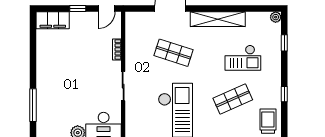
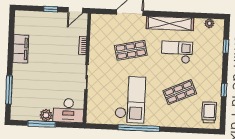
plant: (276, 17) -> (209, 23), moved
filing cabinet: (53, 20) -> (21, 49), moved, turned -90
shop shelf: (173, 53) -> (131, 50), turned -30
checkout: (243, 58) -> (177, 52), moved, turned 180

